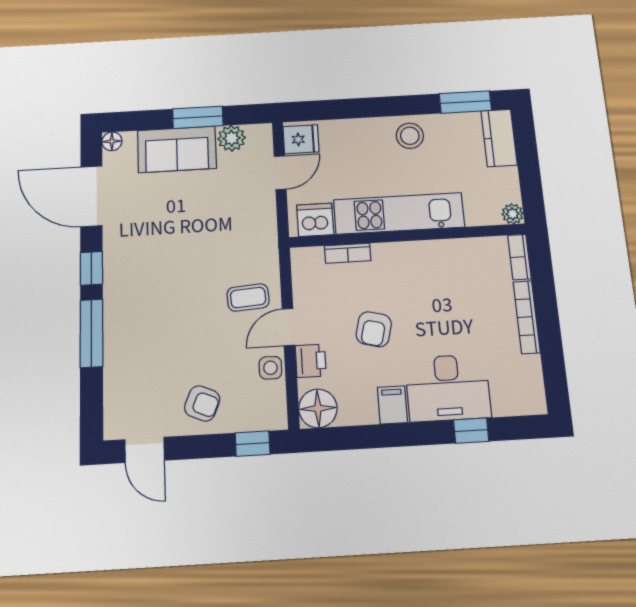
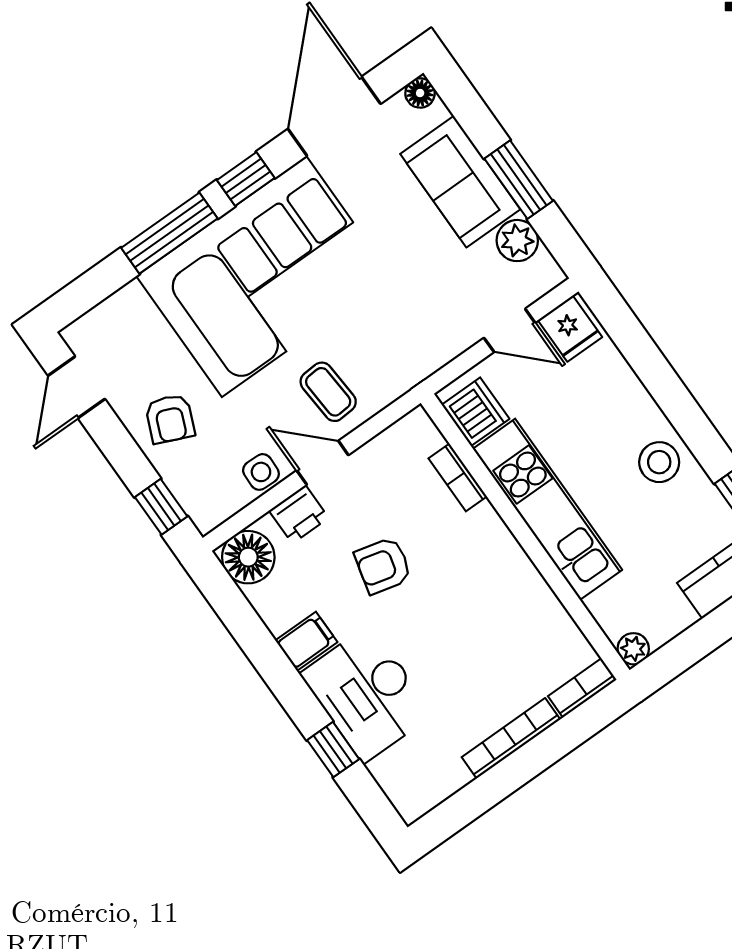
corner sofa: (155, 293) -> (264, 276), added

